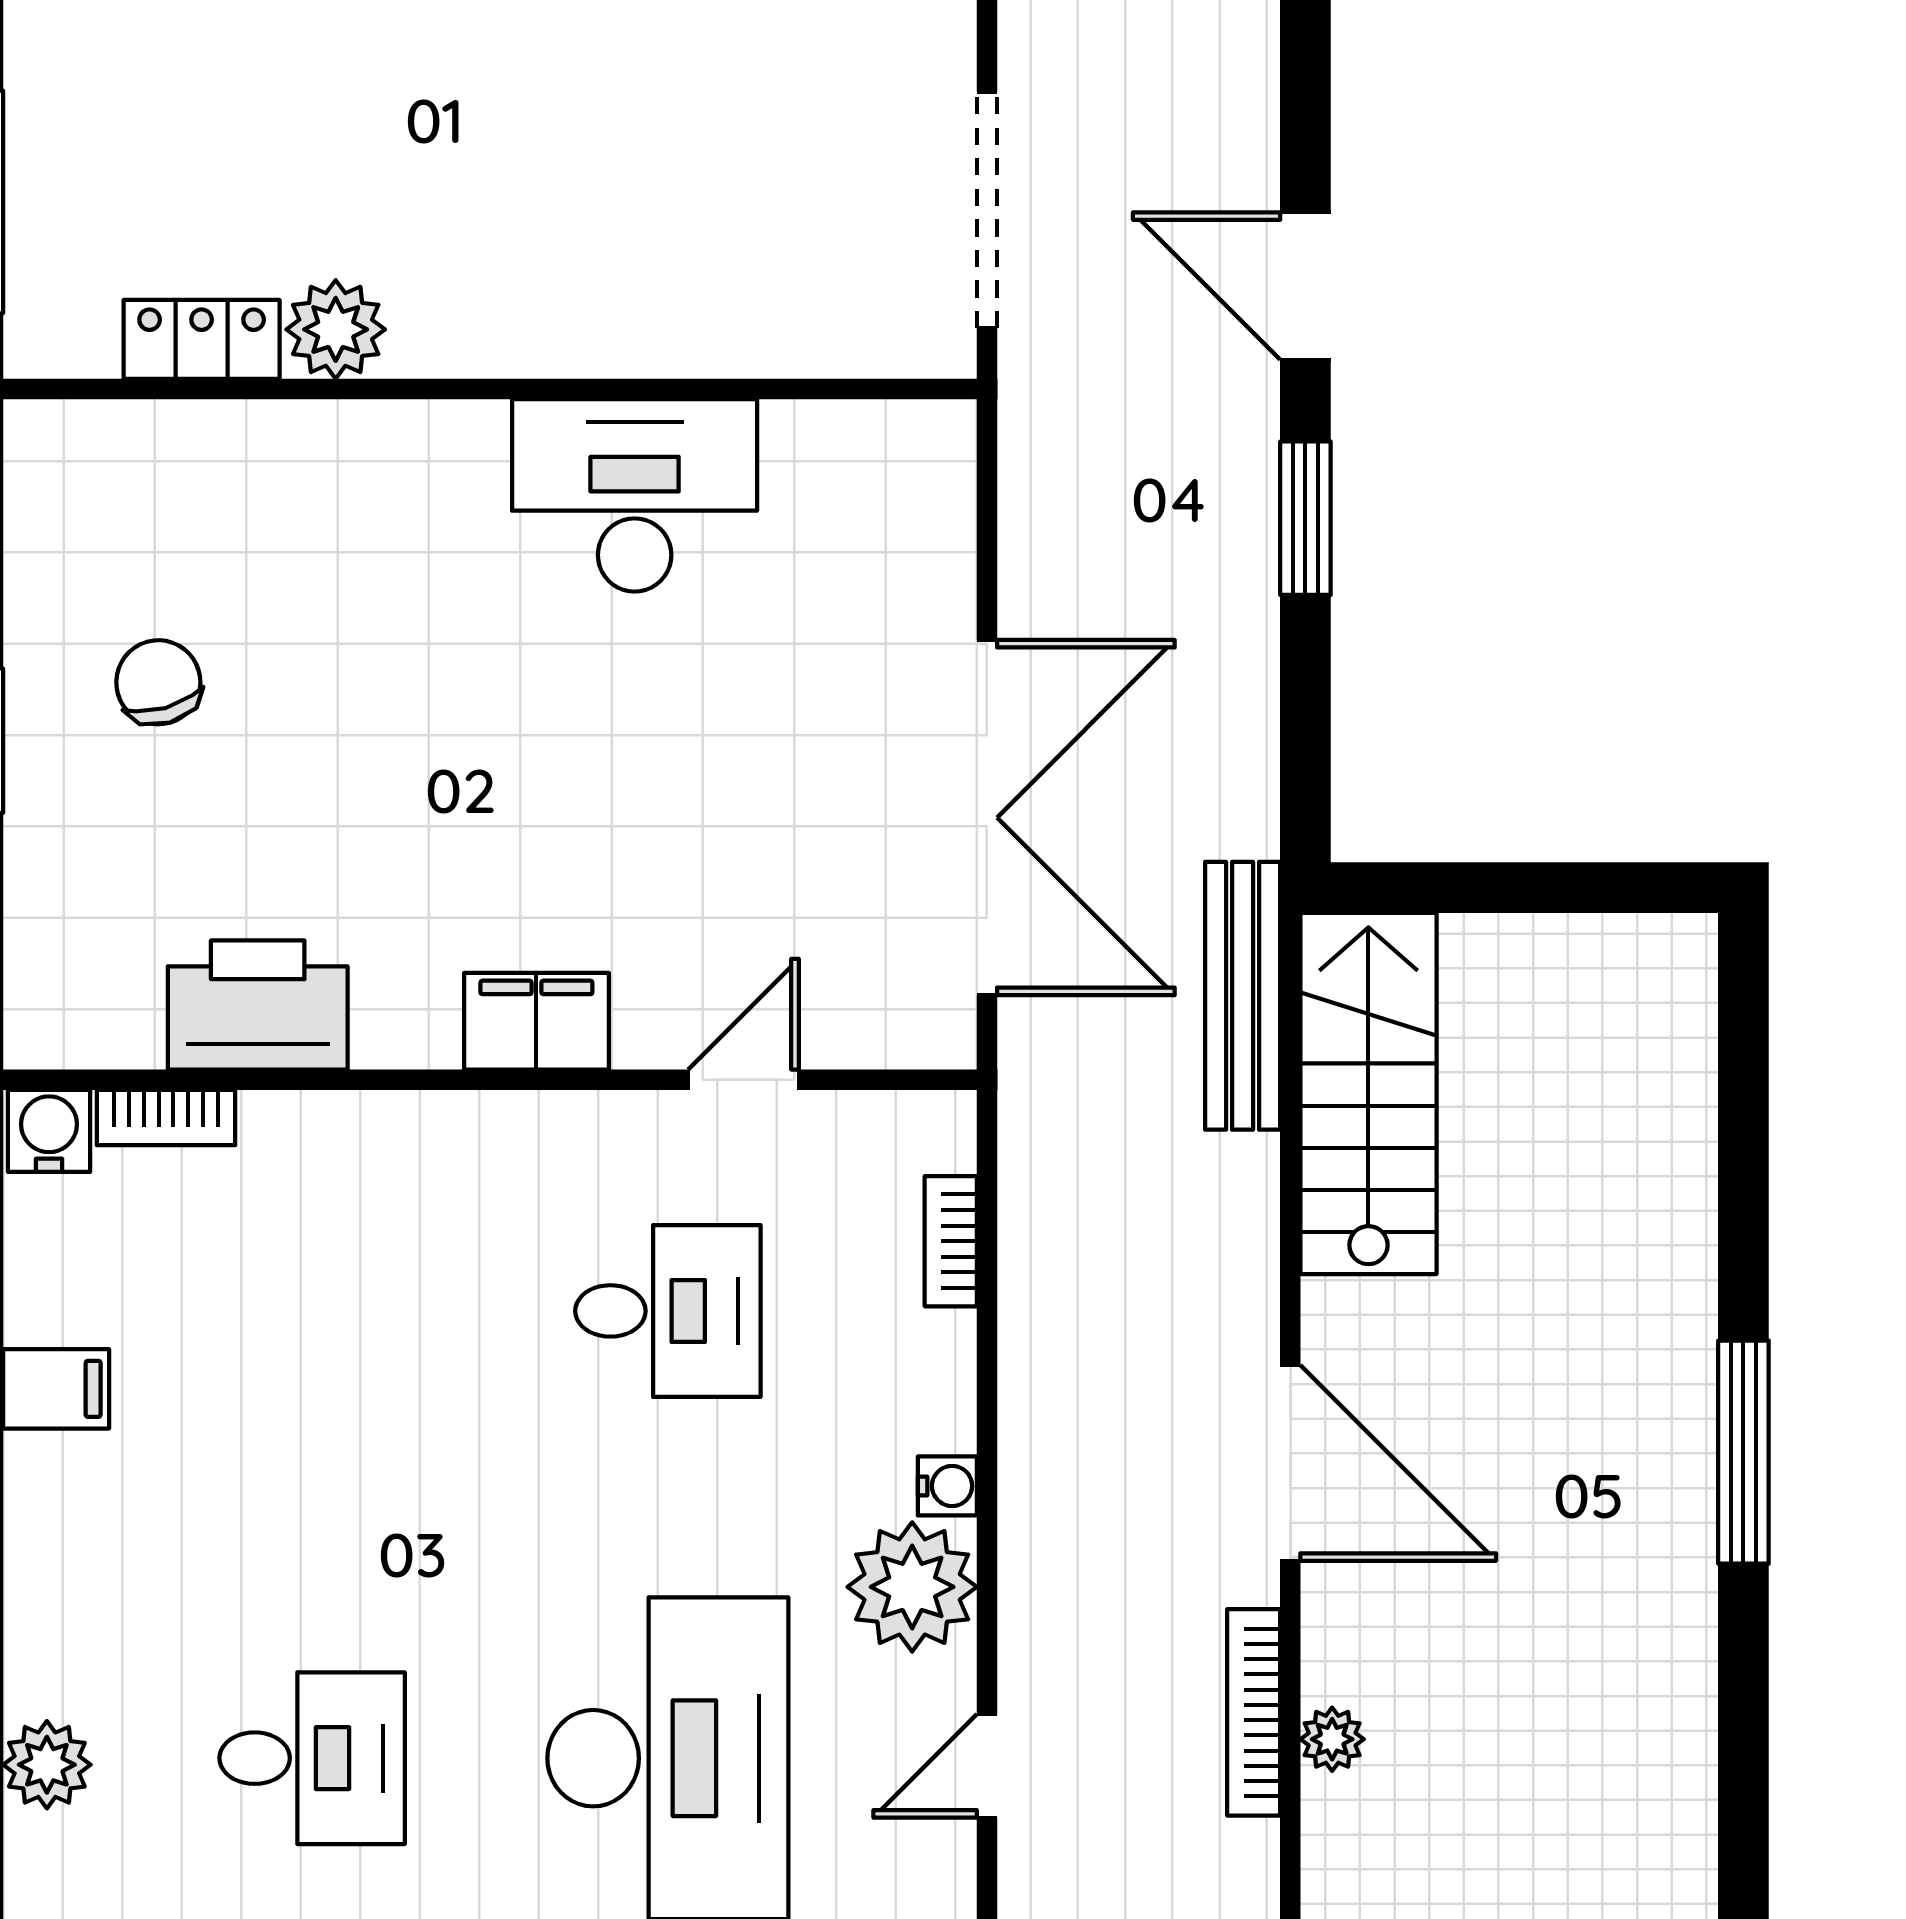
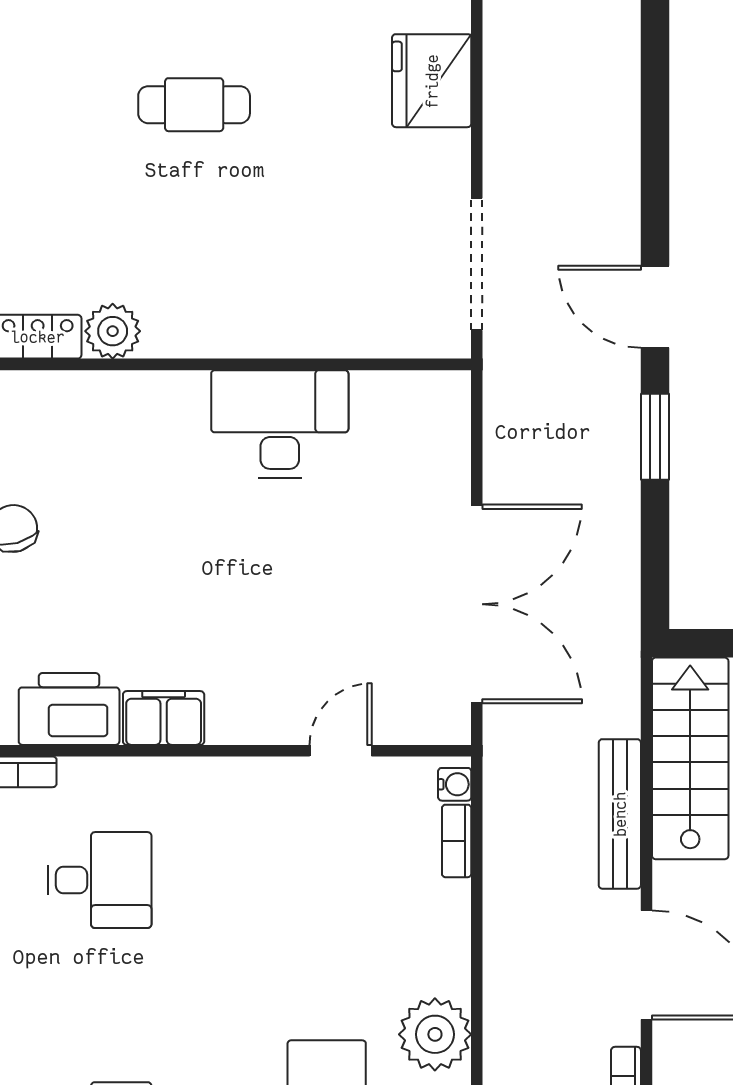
bench: (1243, 996) -> (620, 814), moved
filing cabinet: (536, 1021) -> (164, 718), moved
desk: (668, 1311) -> (99, 880), moved
water cooler: (947, 1486) -> (455, 784), moved

